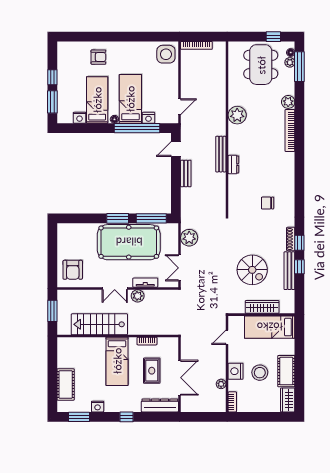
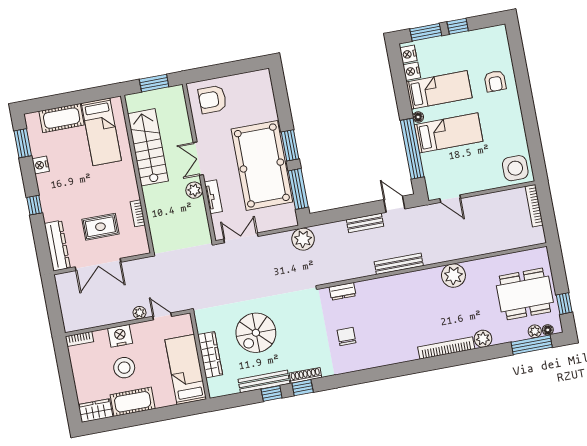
nightstand: (148, 118) -> (408, 54), moved
dresser: (233, 165) -> (343, 291), moved
plant: (189, 238) -> (303, 239), moved
bed: (117, 361) -> (101, 132), moved, turned -90
plant: (221, 384) -> (140, 313), moved

